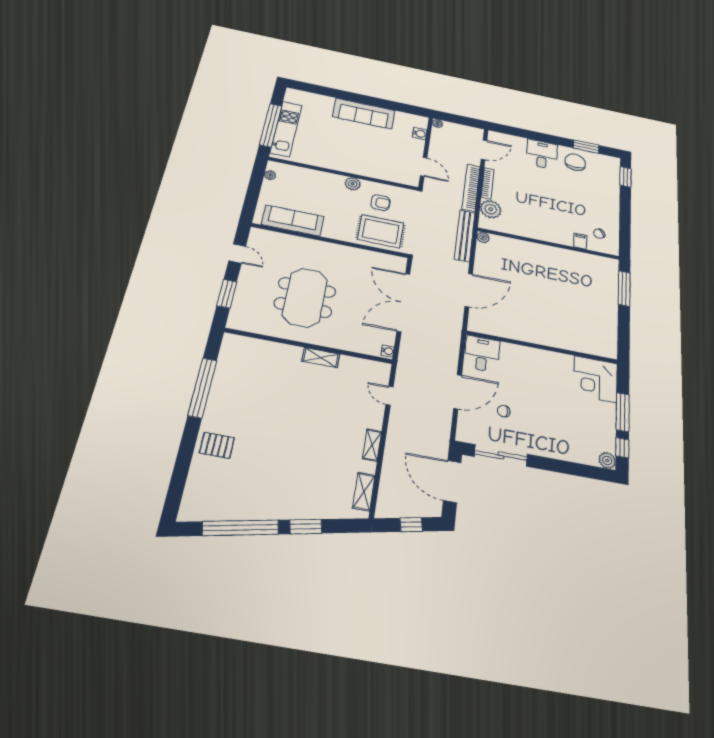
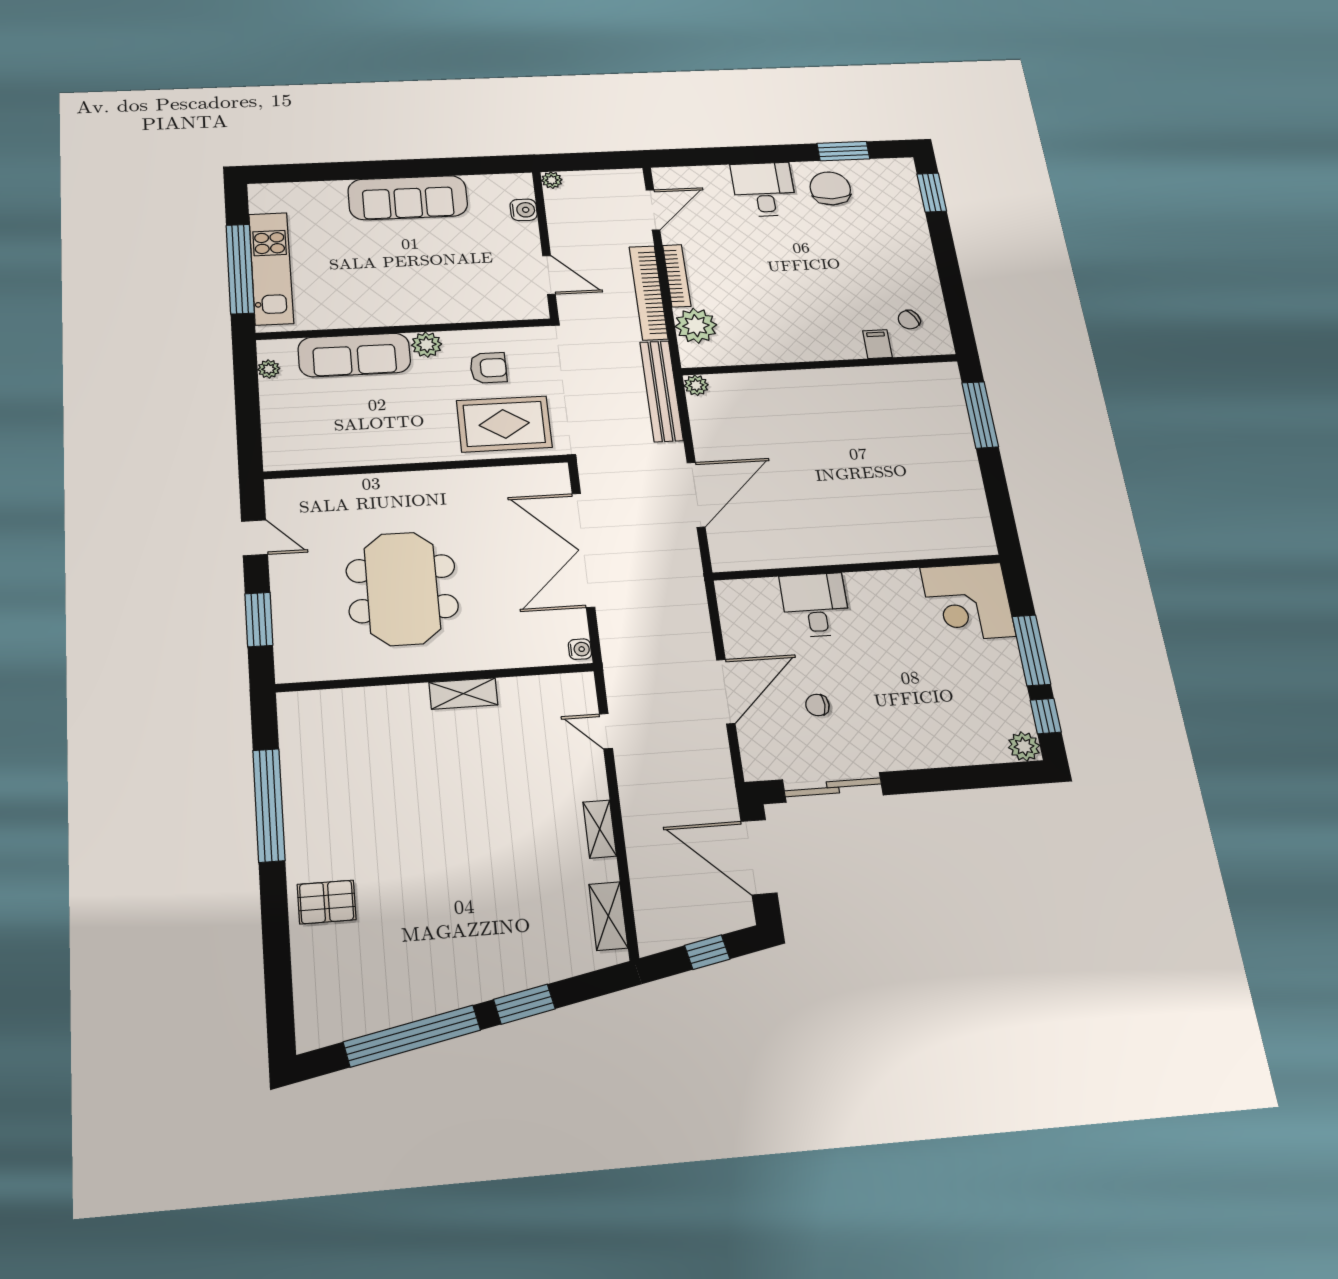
sofa: (293, 221) -> (354, 355), moved, turned 180
desk: (482, 354) -> (815, 605), moved

